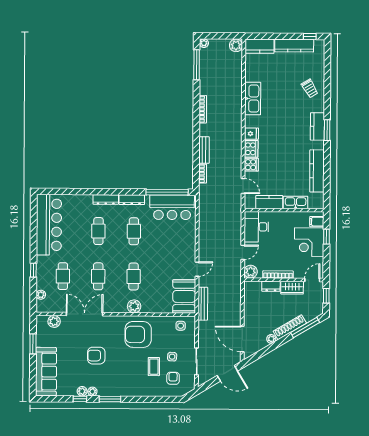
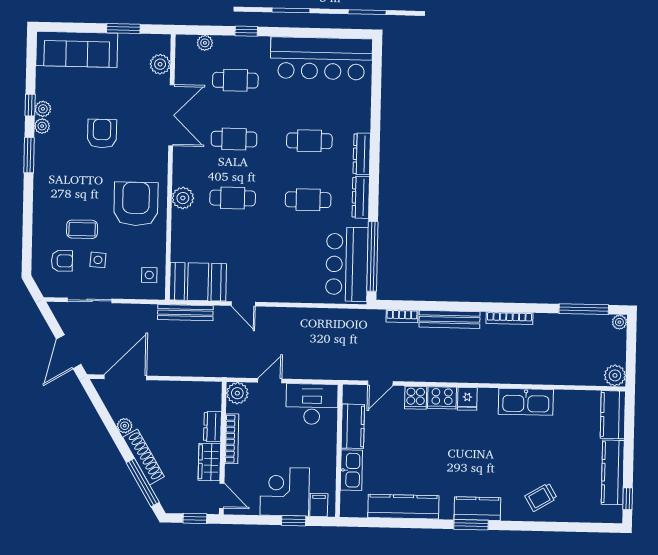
bench: (204, 150) -> (450, 319), width x1.36
door: (243, 252) -> (270, 381), swing flipped

